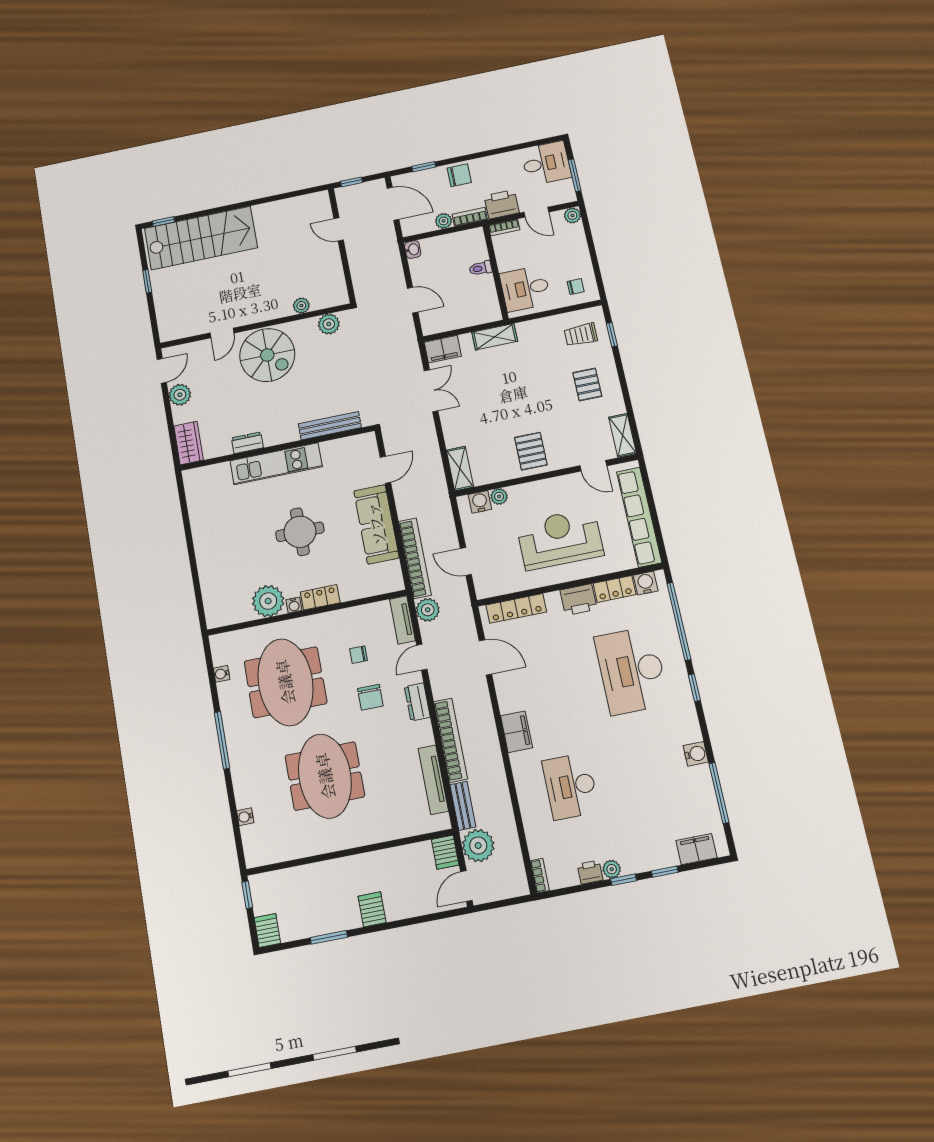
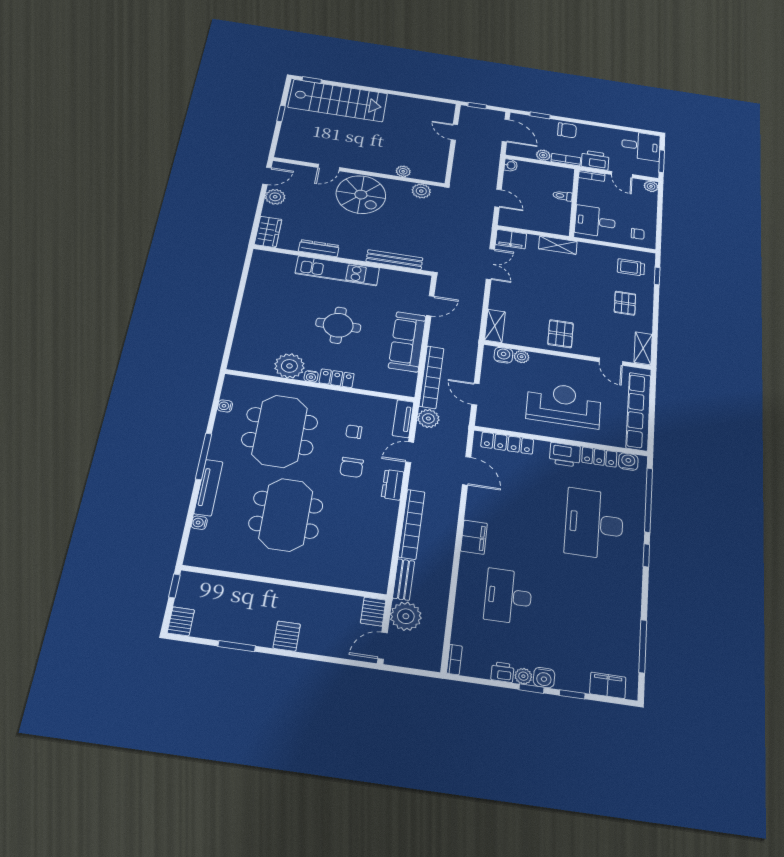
dresser: (247, 443) -> (319, 248), width x1.44
water cooler: (696, 754) -> (544, 678), moved, turned 90
tv unit: (433, 780) -> (208, 488), moved, turned 180

